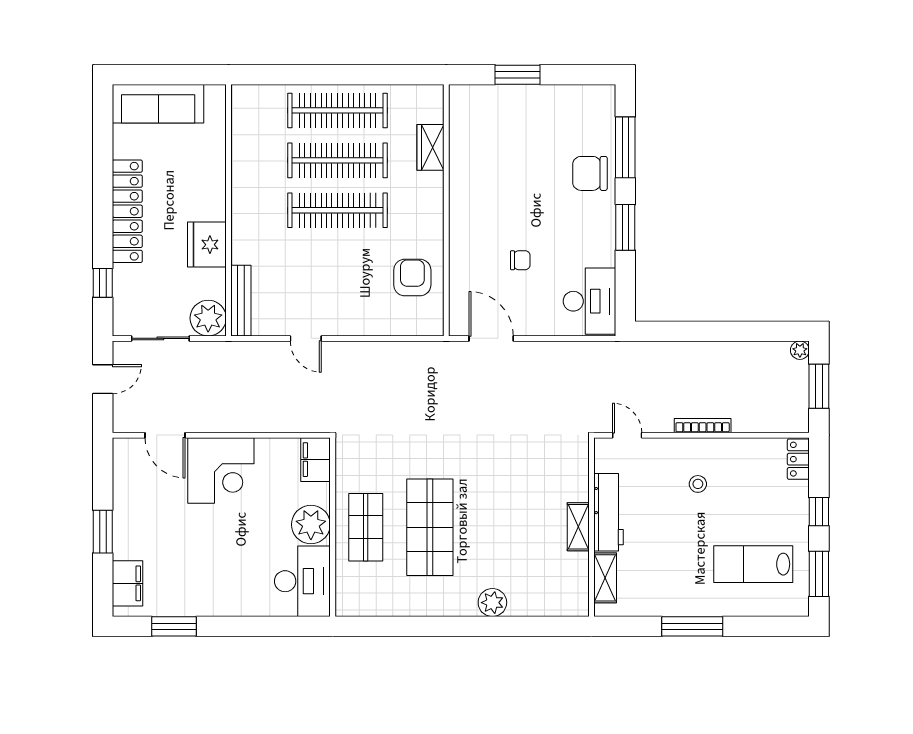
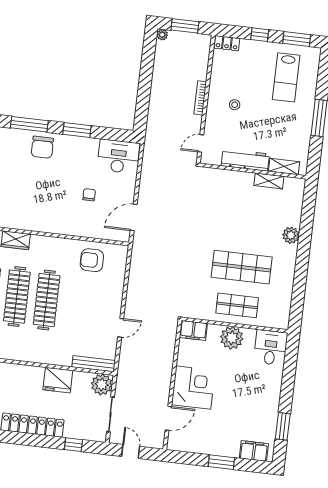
shelving: (578, 527) -> (269, 181), moved
desk: (302, 581) -> (271, 348), width x0.73

